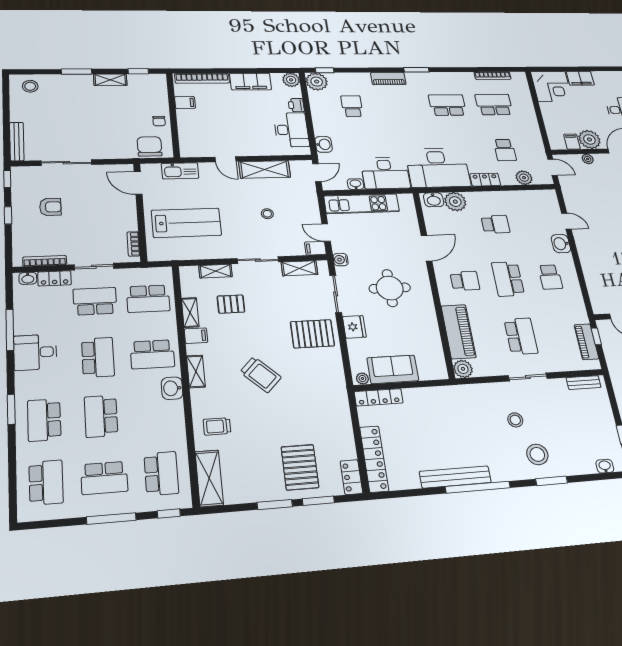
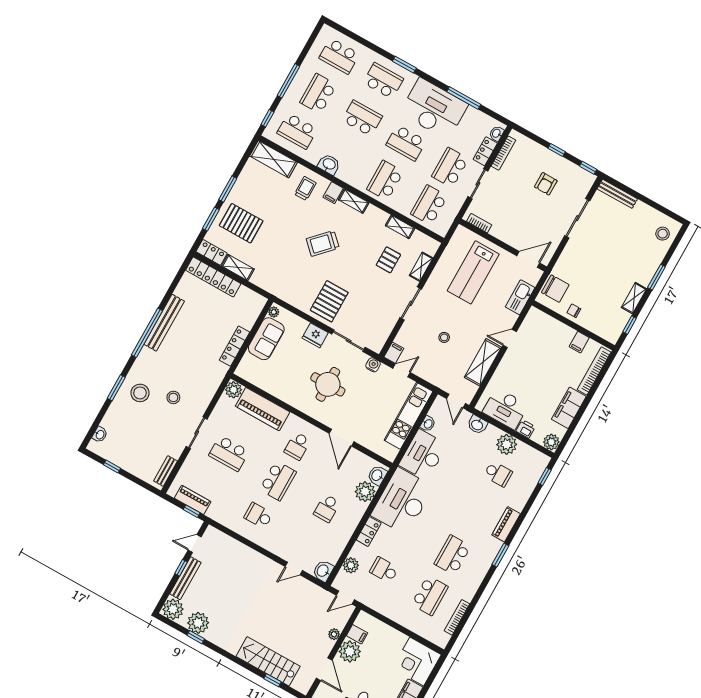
plant: (317, 82) -> (507, 444), moved
school desk: (447, 105) -> (452, 555), turned 180
washbasin: (561, 244) -> (323, 571), moved, turned -90
shelving: (299, 268) -> (238, 268), moved, turned 90
school desk: (508, 279) -> (278, 481), turned 90
school desk: (95, 301) -> (450, 168), turned 180
filing cabinet: (196, 336) -> (333, 193), moved
desk: (35, 352) -> (434, 109), width x1.87, depth x1.30
washbasin: (172, 388) -> (329, 164), moved
locker: (379, 397) -> (235, 346), moved

